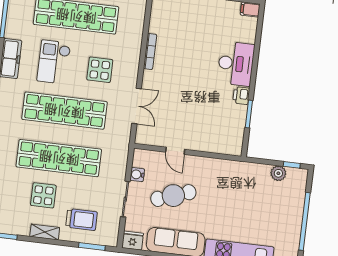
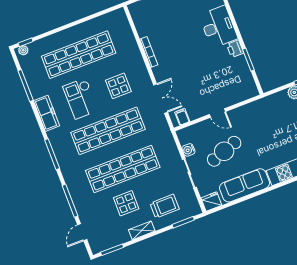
filing cabinet: (149, 137) -> (182, 117), added
door: (175, 151) -> (217, 113), moved

